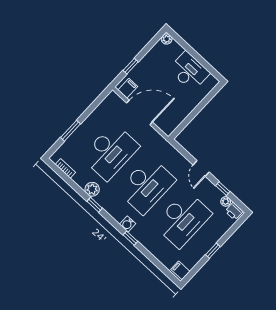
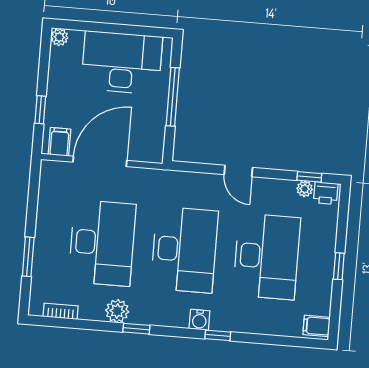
desk: (189, 71) -> (122, 63), width x1.36, depth x1.30
window: (198, 109) -> (173, 97), added
window: (223, 189) -> (309, 177), moved

